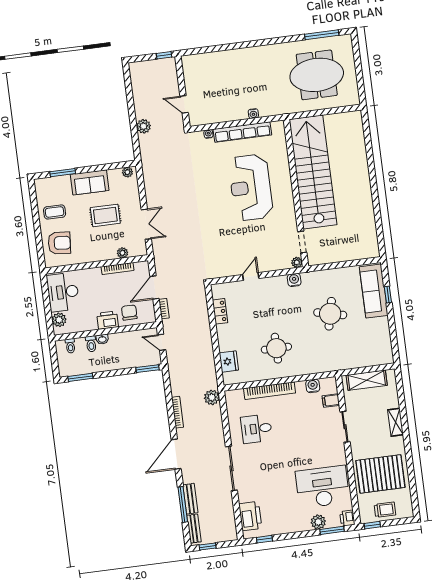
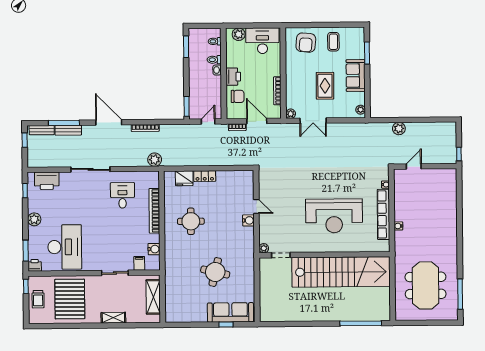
window: (368, 143) -> (361, 323), added
reception desk: (251, 187) -> (334, 216), turned 180
plant: (122, 253) -> (291, 114), moved
water cooler: (294, 280) -> (248, 220), moved
locker: (220, 311) -> (205, 176), moved
plant: (318, 522) -> (34, 219), moved

